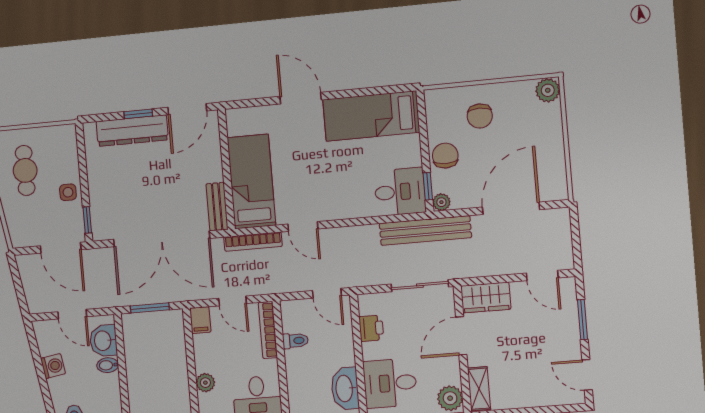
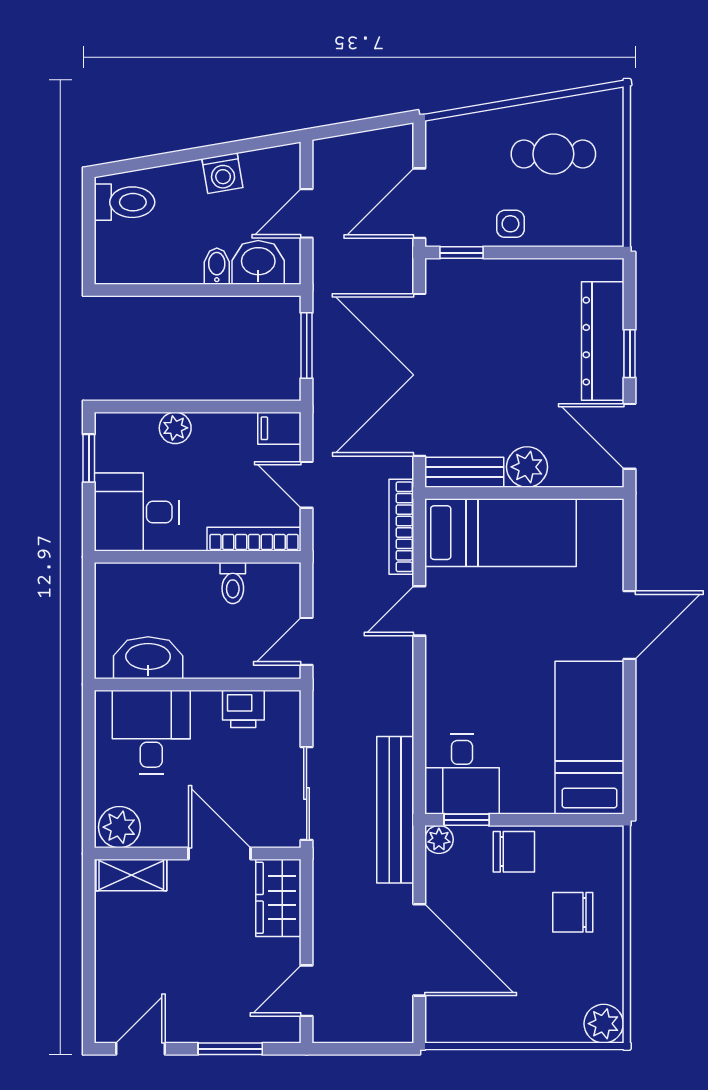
plant: (211, 169) -> (527, 467), added
door: (233, 301) -> (307, 485), hinge flipped

